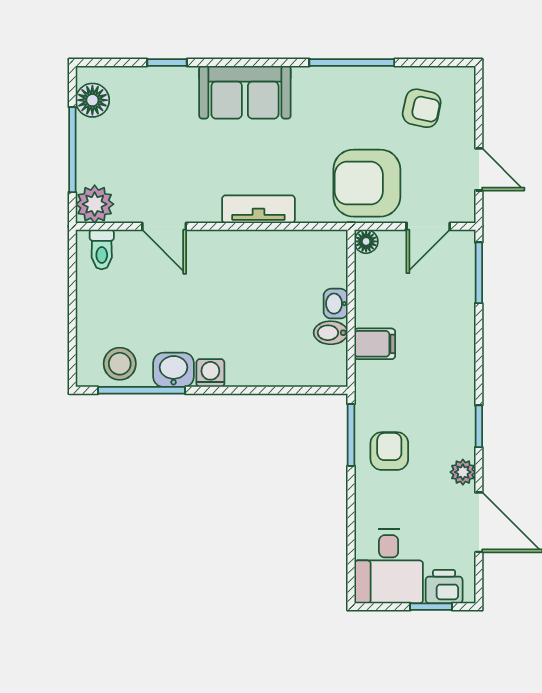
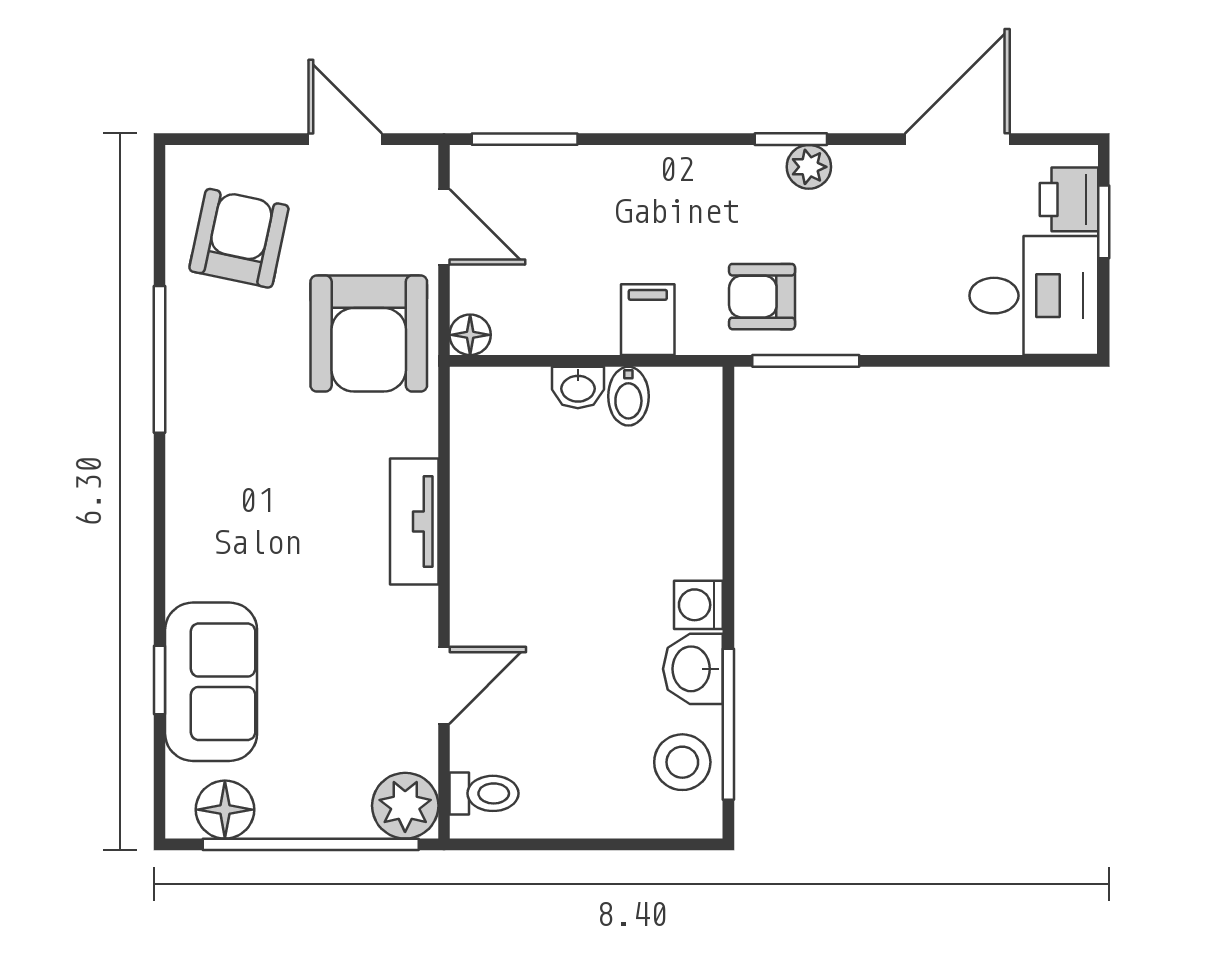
sofa: (245, 92) -> (211, 682), moved
armchair: (422, 108) -> (239, 238), width x1.38, depth x1.38
window: (72, 150) -> (311, 844), width x1.46
door: (479, 169) -> (345, 139), hinge flipped
armchair: (389, 451) -> (762, 297), moved
plant: (463, 472) -> (809, 167), moved

